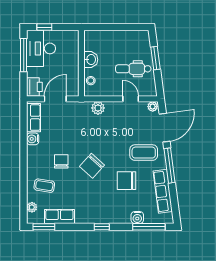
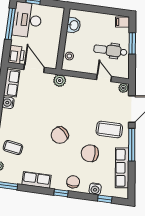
filing cabinet: (142, 37) -> (122, 22), added
washbasin: (91, 60) -> (74, 25), moved
door: (55, 99) -> (34, 69), hinge flipped
plant: (98, 108) -> (60, 81), moved
chair: (61, 161) -> (73, 182), moved
row of seats: (59, 217) -> (36, 180), moved
window: (149, 227) -> (105, 199), width x0.46

